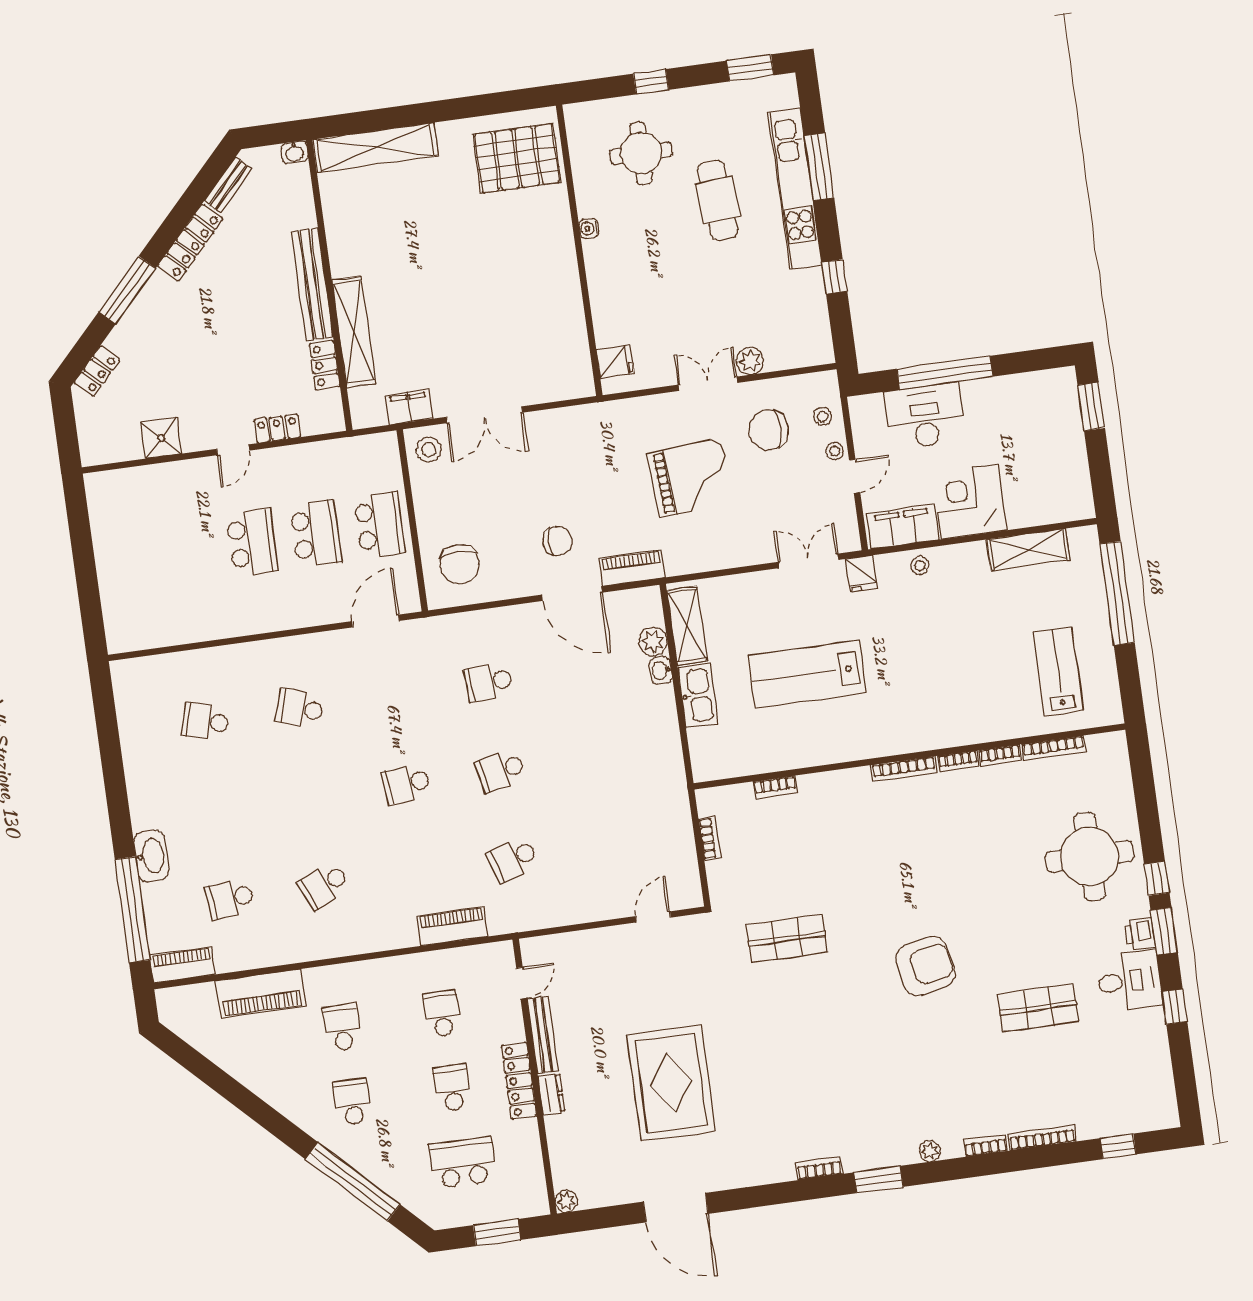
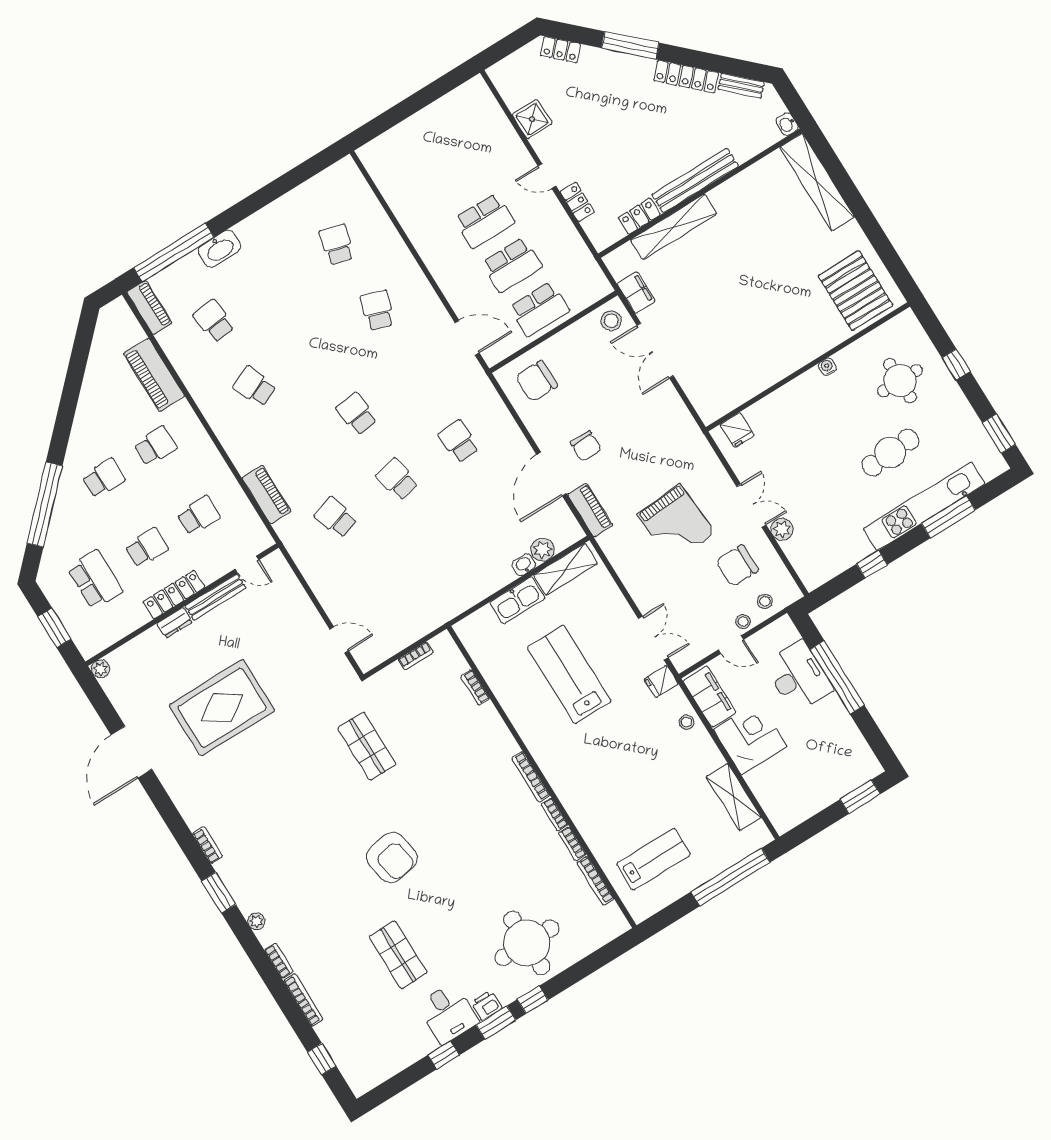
chair: (768, 430) -> (737, 566), turned -90

